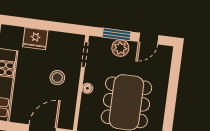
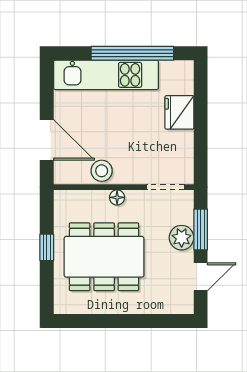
door: (149, 39) -> (201, 277), swing flipped
stool: (57, 78) -> (102, 171), moved

